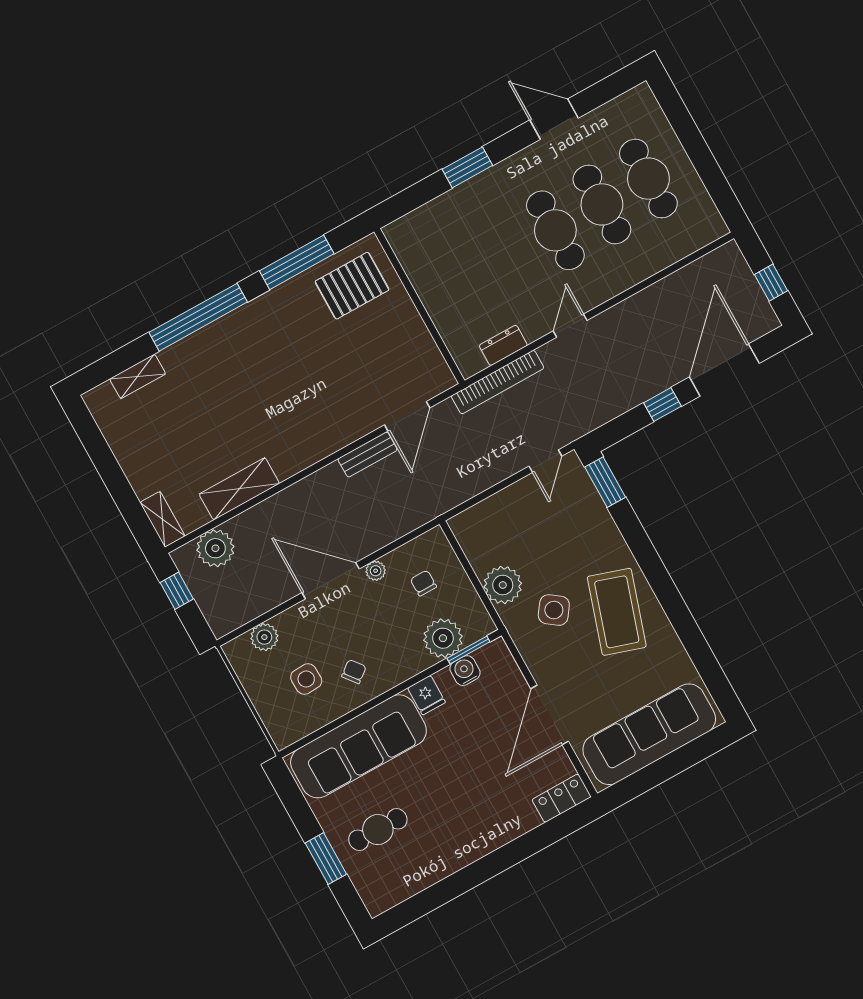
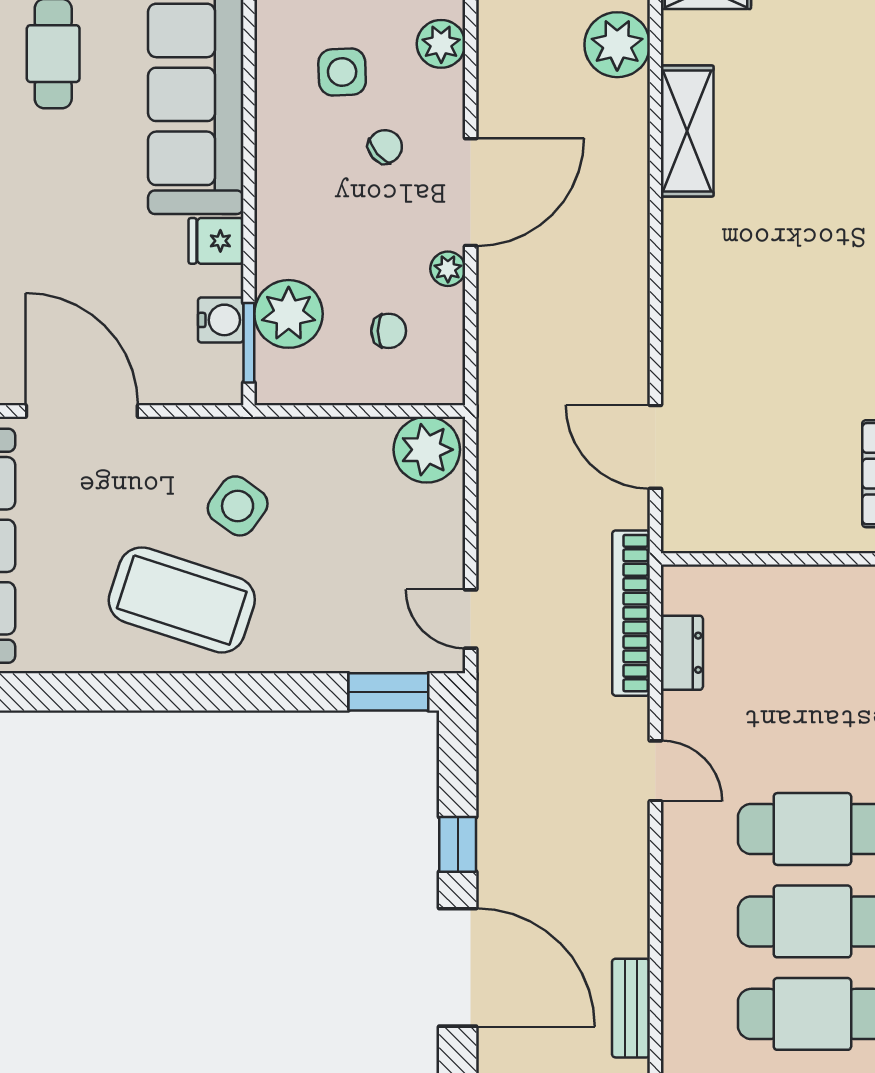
bench: (368, 454) -> (631, 1008), moved
plant: (503, 585) -> (427, 450), moved
chair: (354, 672) -> (385, 147), moved, turned -92

